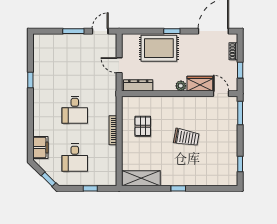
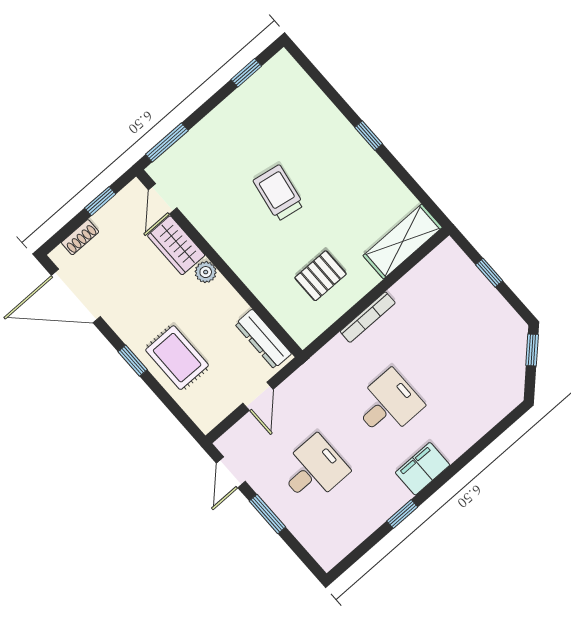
door: (100, 31) -> (231, 472), hinge flipped
rug: (159, 48) -> (177, 358), width x0.73, depth x0.70
filing cabinet: (40, 148) -> (423, 469), moved
desk: (75, 158) -> (313, 470), moved
shelving: (141, 178) -> (403, 241), moved, turned 90

